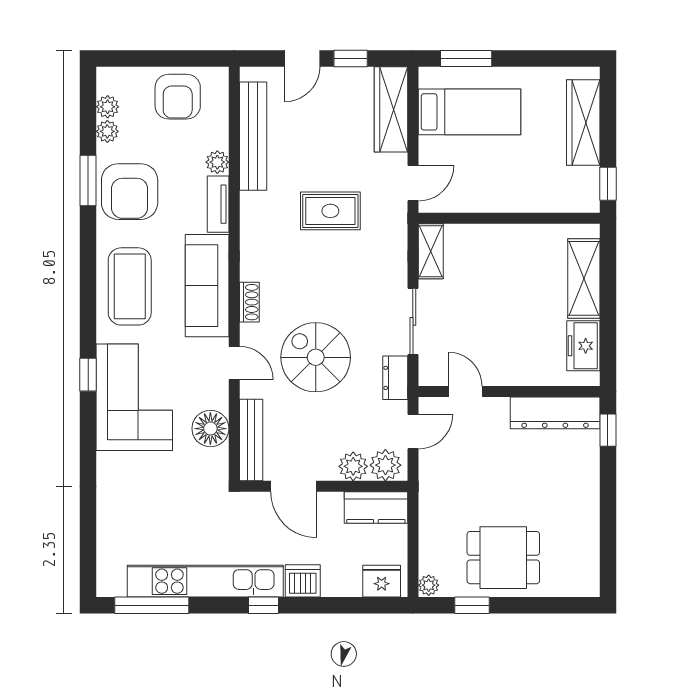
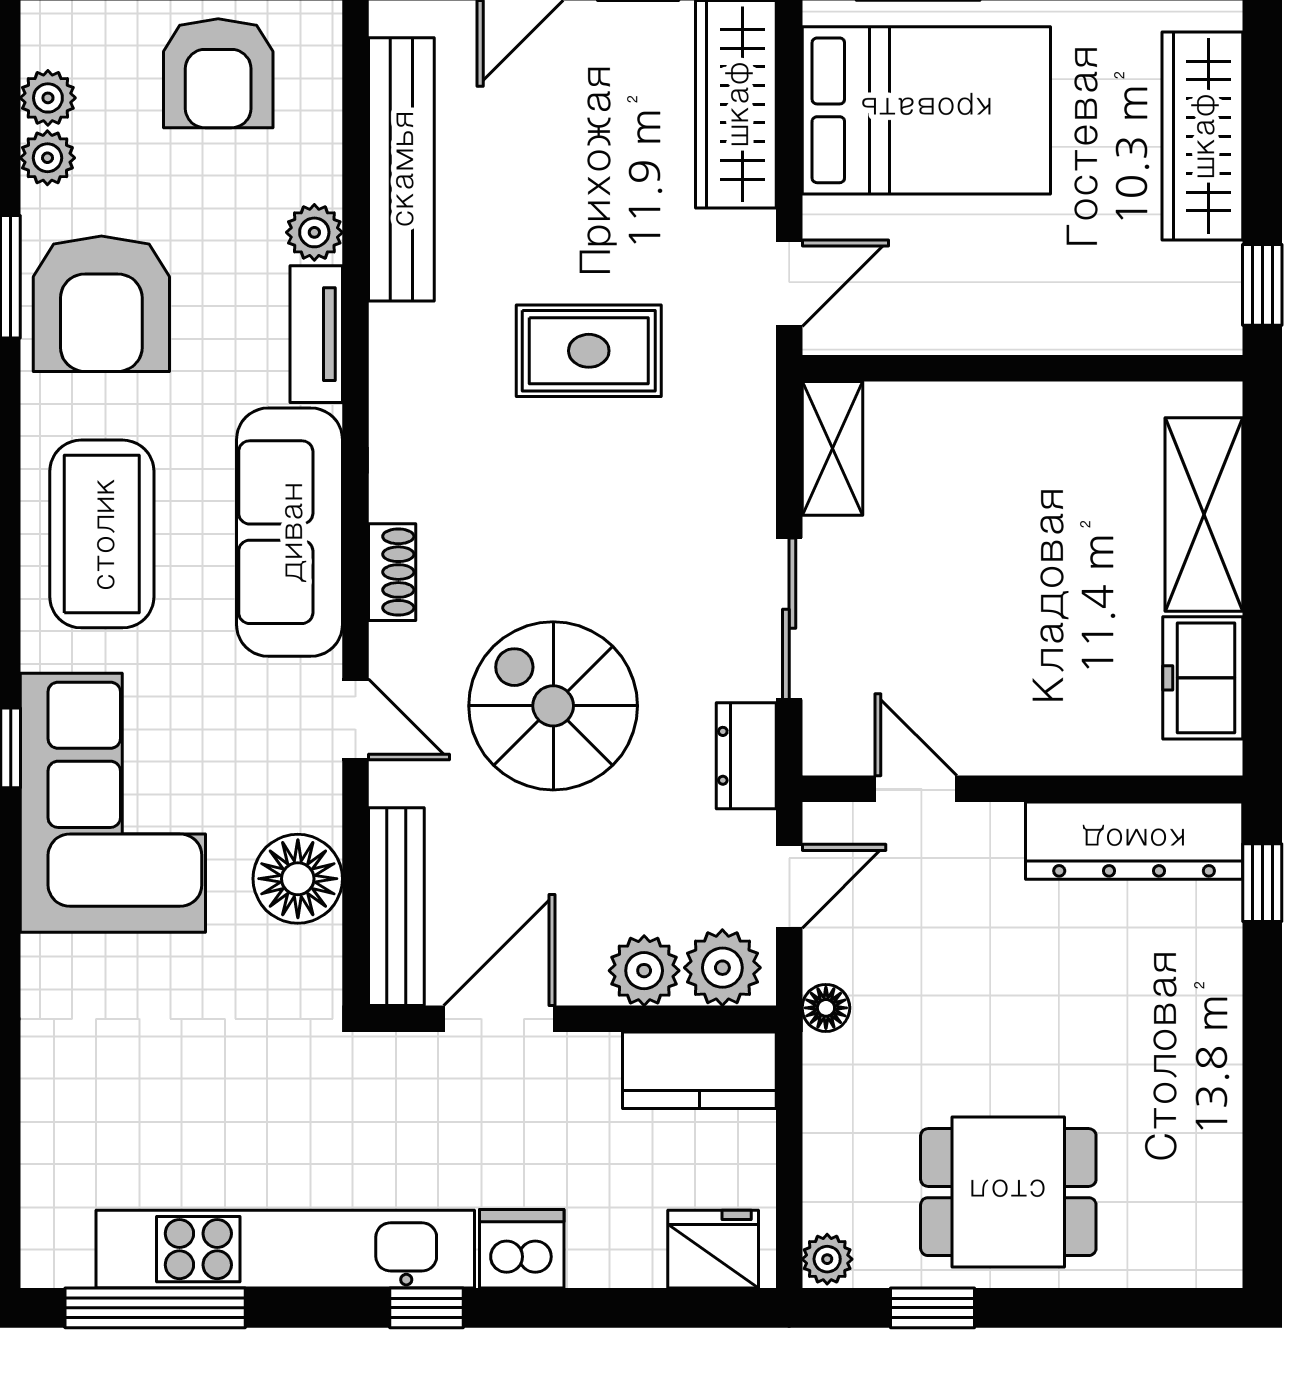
bed: (469, 112) -> (926, 110), width x1.50
floor lamp: (428, 482) -> (826, 1008), added
door: (294, 486) -> (499, 1019), swing flipped

